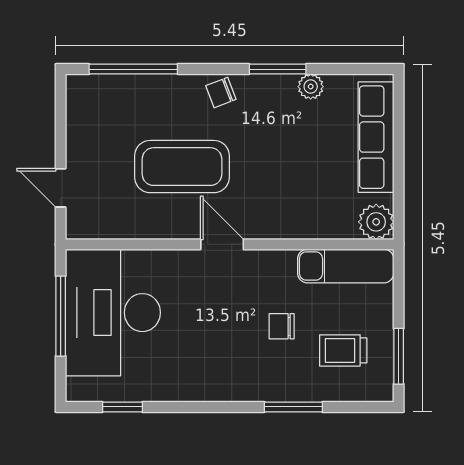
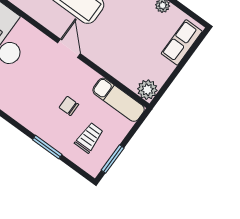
row of seats: (376, 137) -> (182, 42), width x0.68
trolley: (343, 350) -> (89, 138), turned 90

